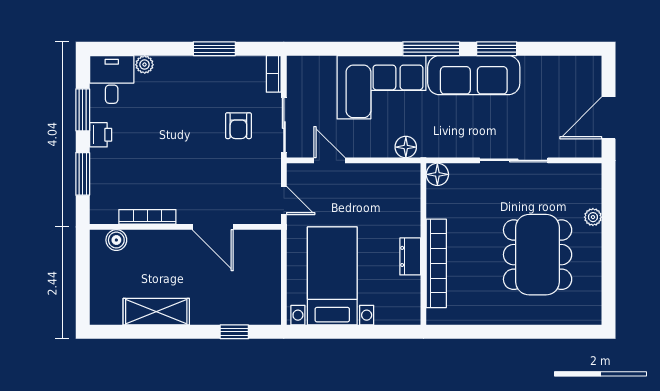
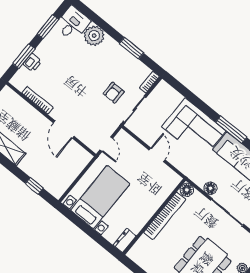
plant: (145, 65) -> (94, 36), width x1.88, depth x1.88
printer: (101, 135) -> (32, 63), moved
floor lamp: (406, 147) -> (210, 188), moved
door: (330, 160) -> (157, 155), moved
boiler: (116, 240) -> (14, 99), removed
dresser: (410, 256) -> (125, 240), moved
bookcase: (436, 263) -> (165, 216), moved

